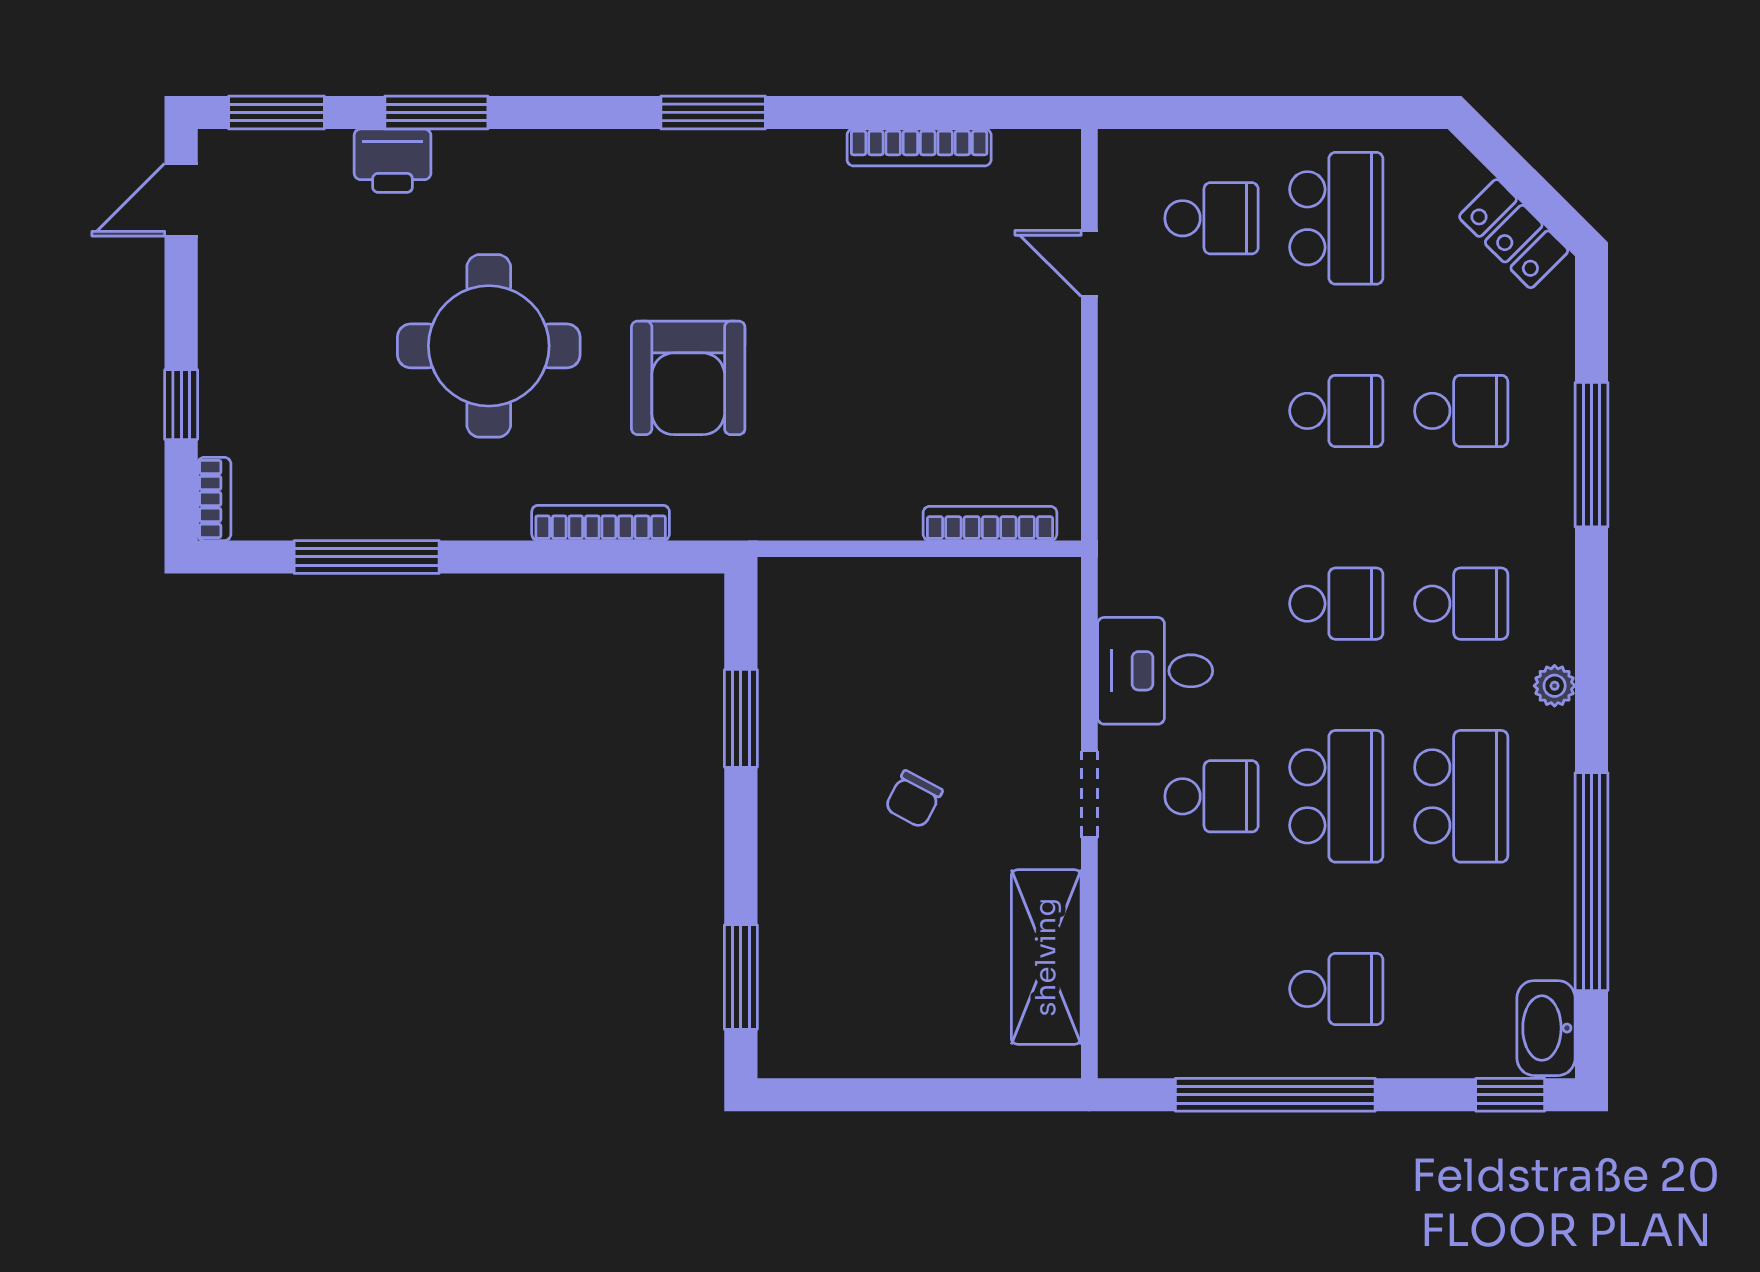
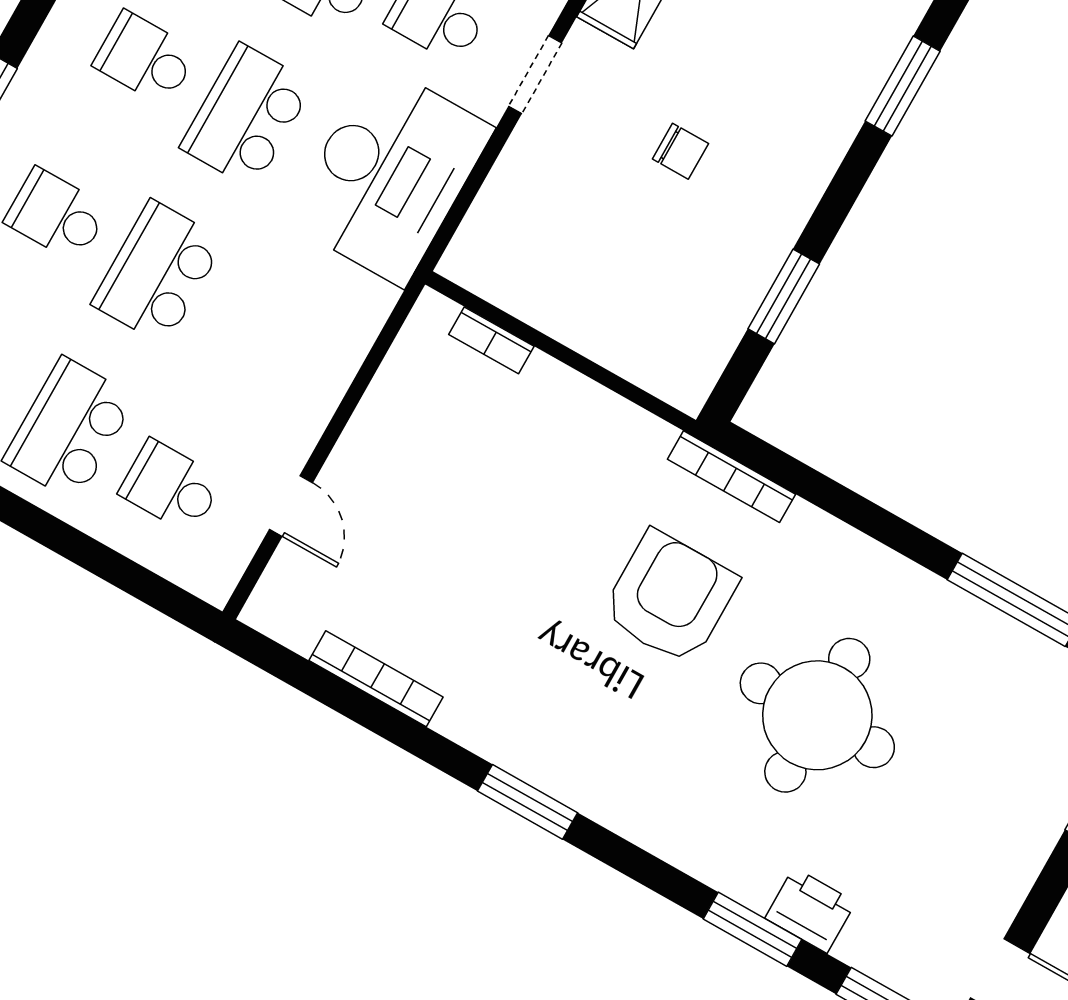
school desk: (1336, 411) -> (158, 272), width x1.85
bookcase: (601, 523) -> (731, 477), moved
bookcase: (990, 523) -> (491, 340), width x0.64
school desk: (1336, 604) -> (247, 116), width x1.85
desk: (1155, 671) -> (389, 174), width x1.87, depth x1.30
chair: (914, 799) -> (680, 151), turned 62

